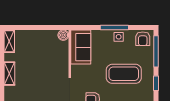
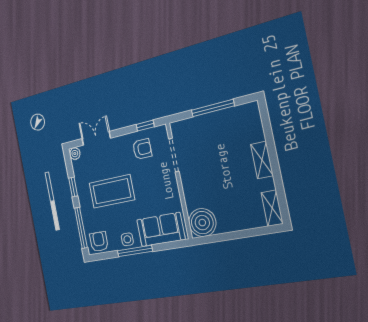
boiler: (63, 35) -> (202, 223), width x1.86, depth x1.86
sofa: (81, 47) -> (161, 230), moved, turned 90

